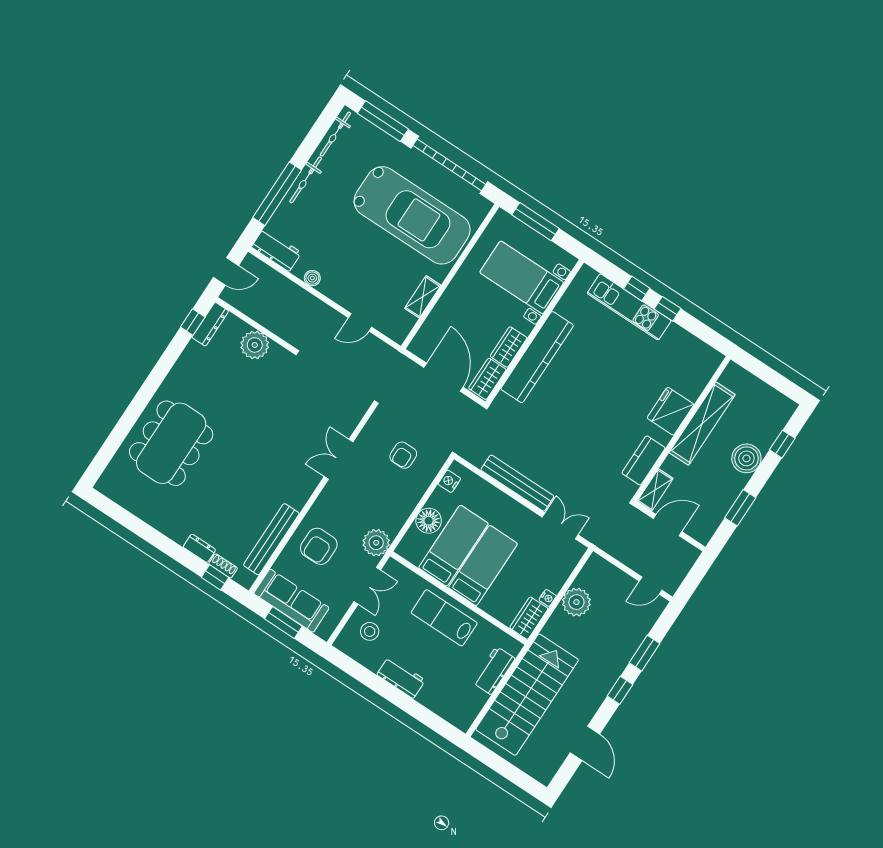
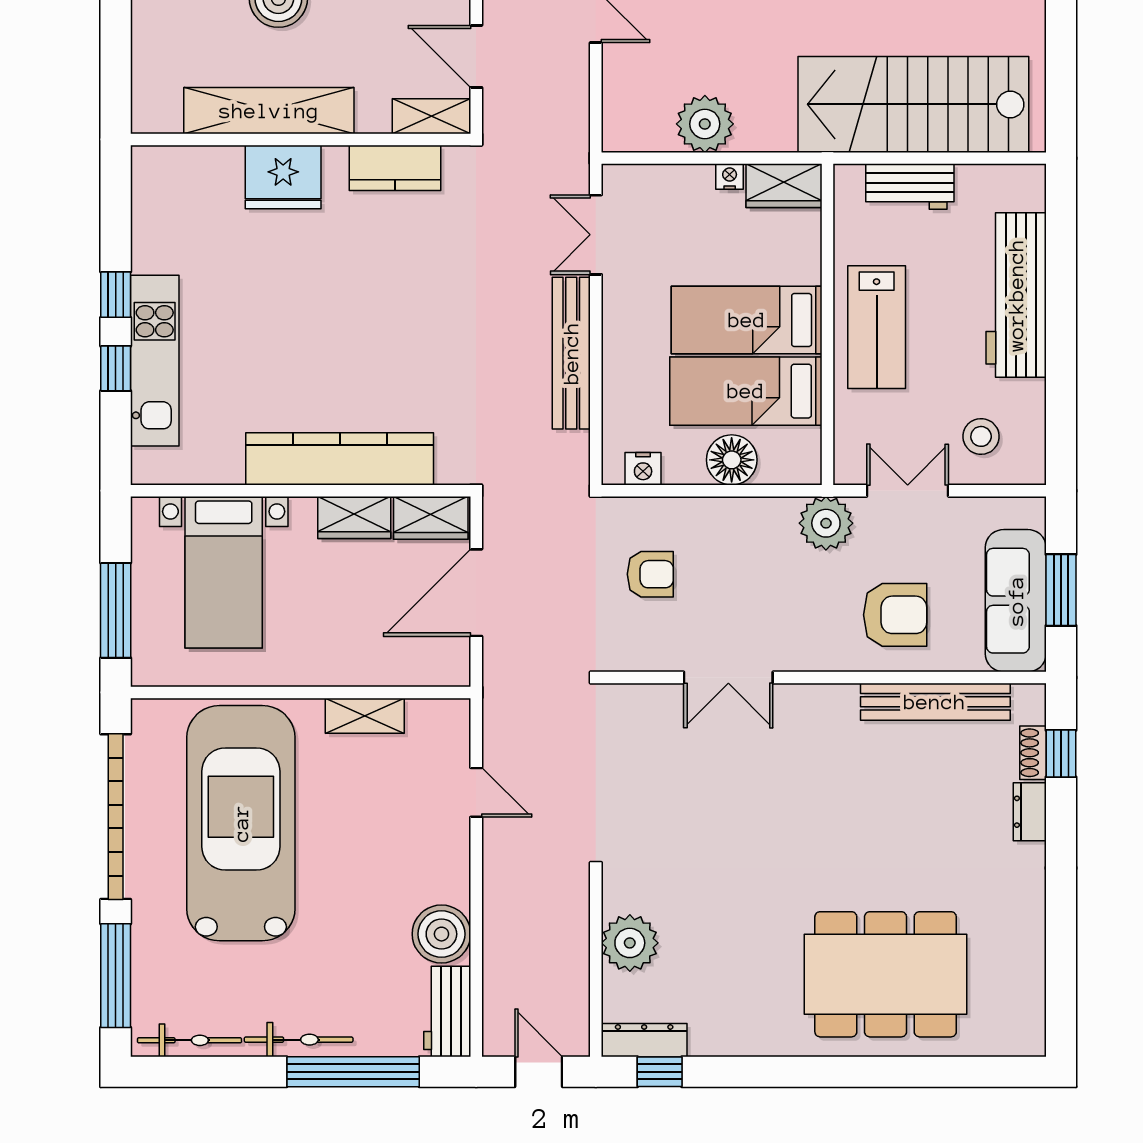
boiler: (312, 278) -> (441, 934), width x1.86, depth x1.86
workbench: (401, 677) -> (1016, 295), width x1.88, depth x1.32

